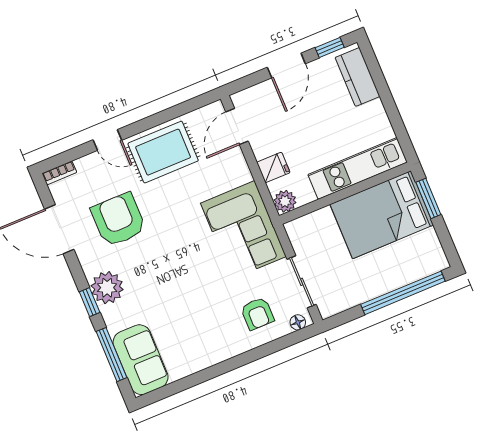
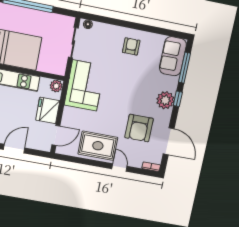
fridge: (273, 167) -> (48, 110), width x1.88, depth x1.34
armchair: (257, 314) -> (131, 46), moved

